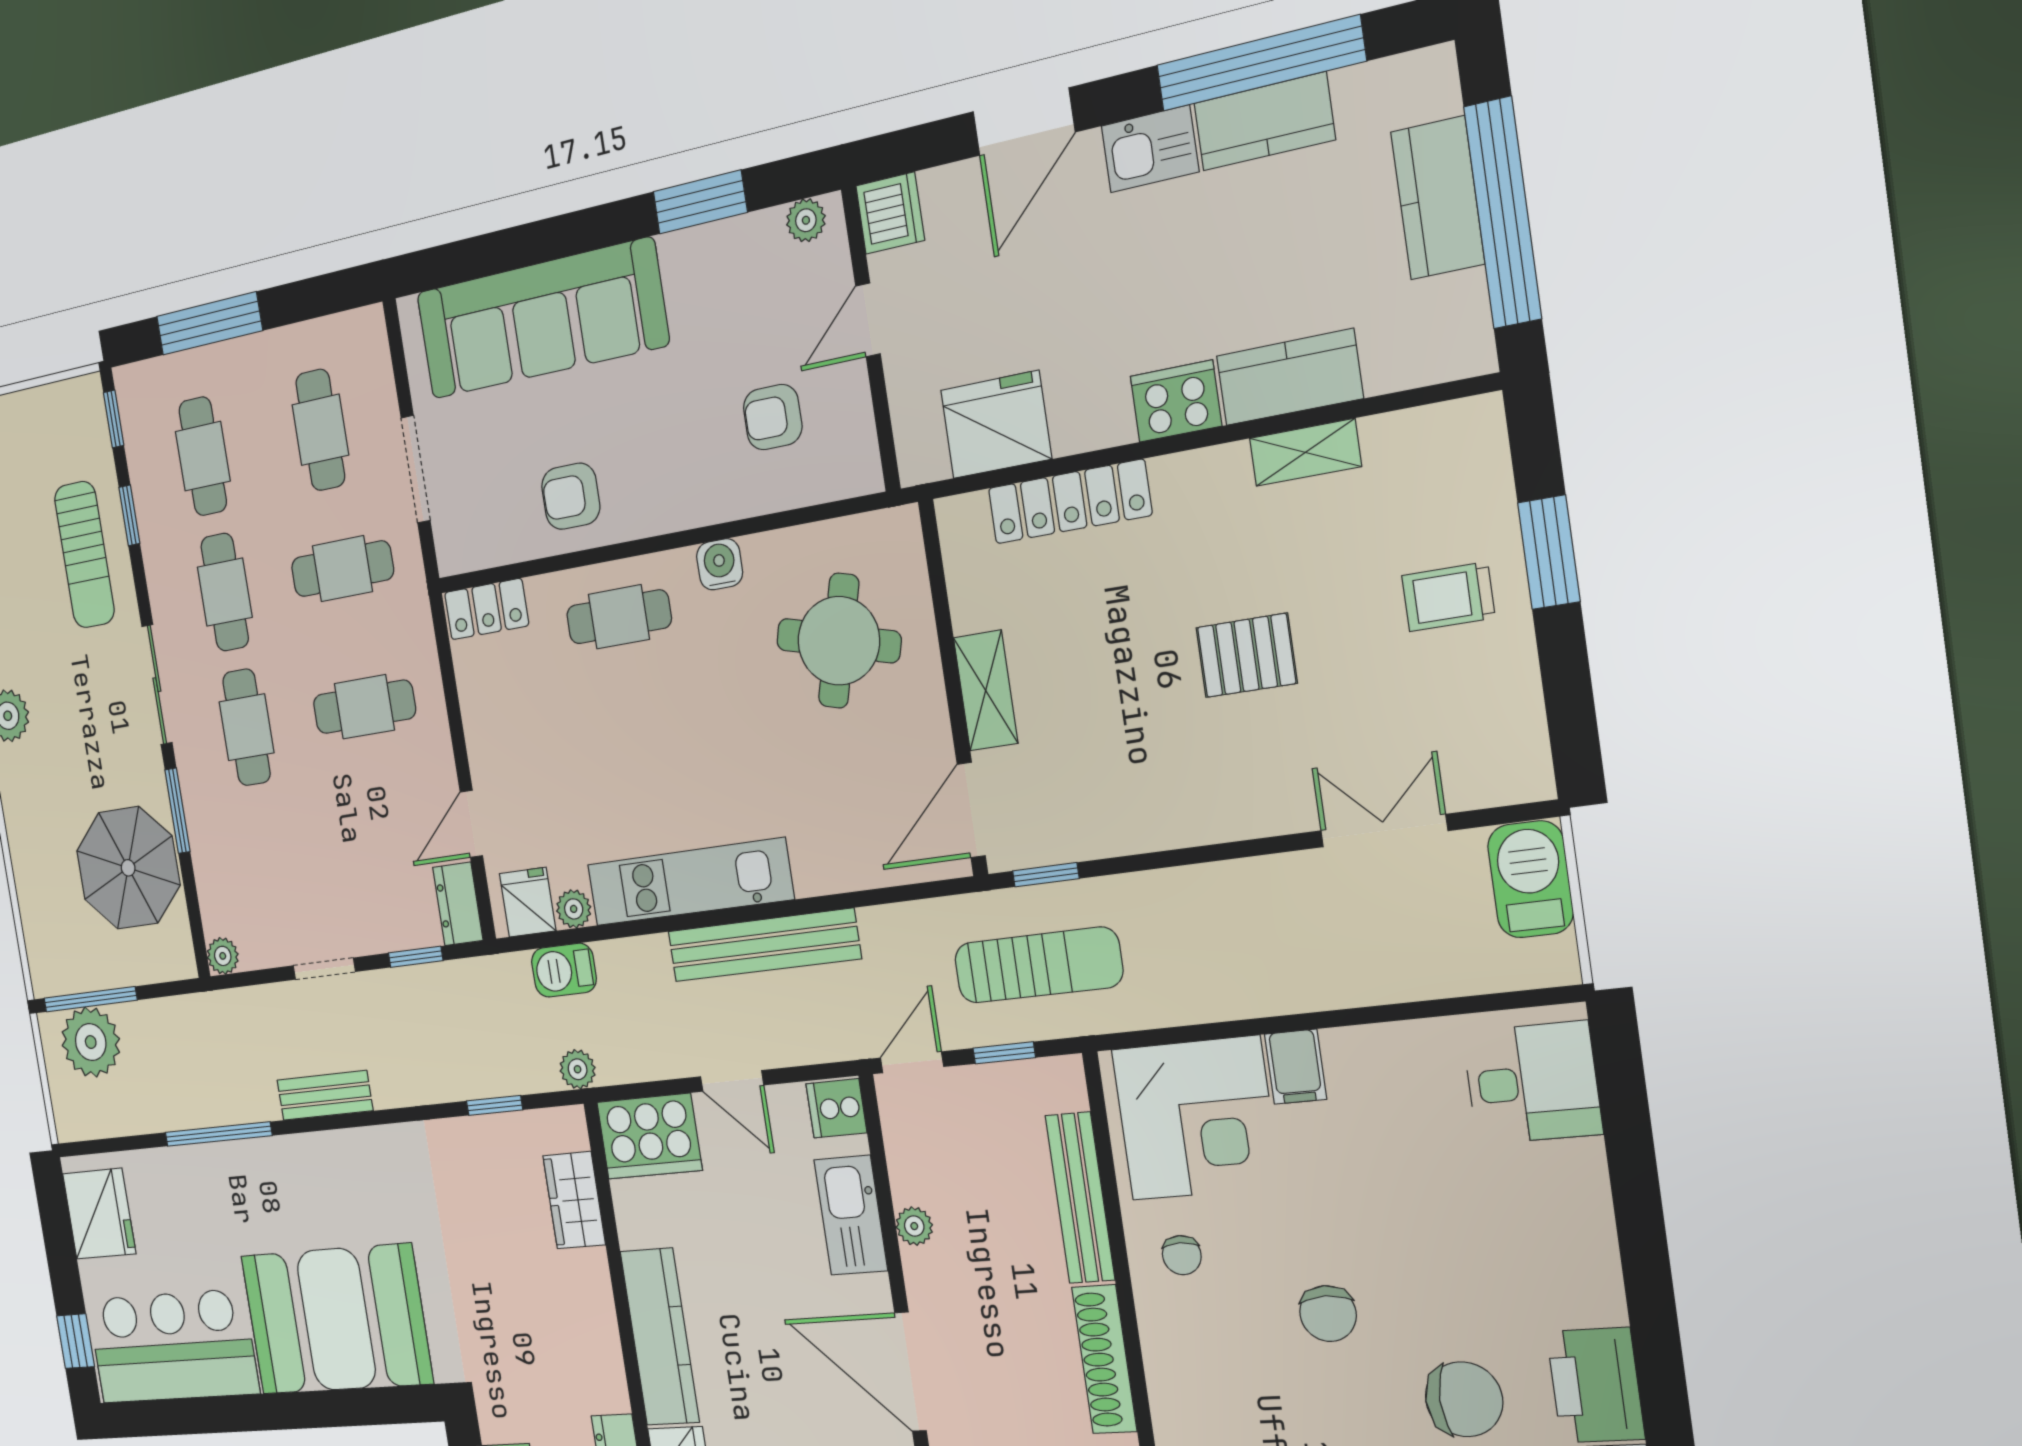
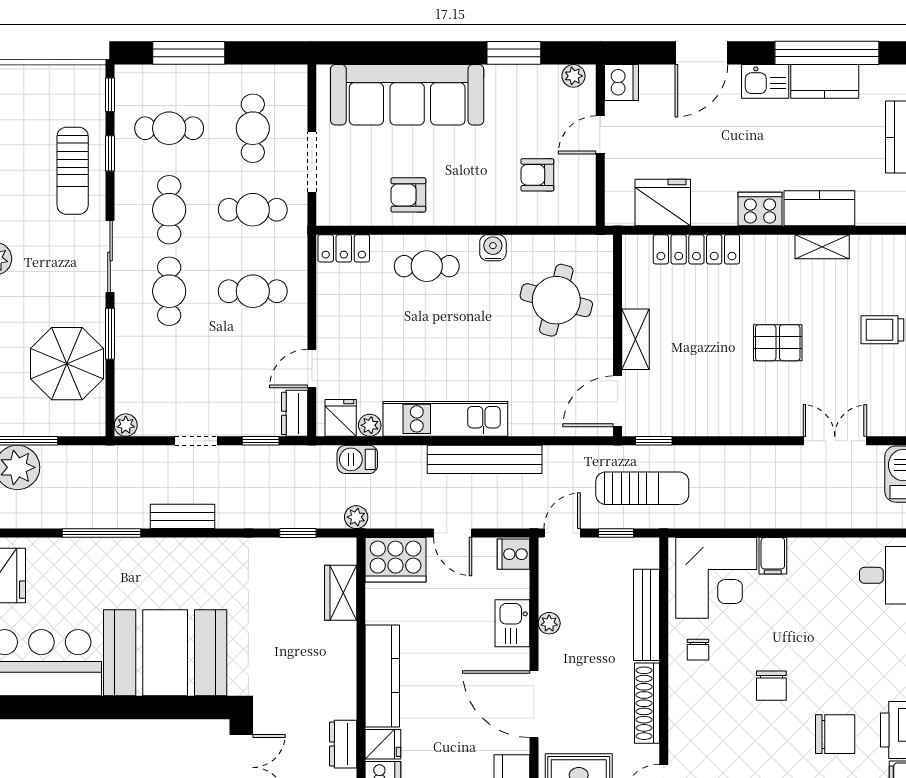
cafe table: (203, 456) -> (169, 128), turned 90
kitchen sink: (851, 1215) -> (512, 623), width x0.73

